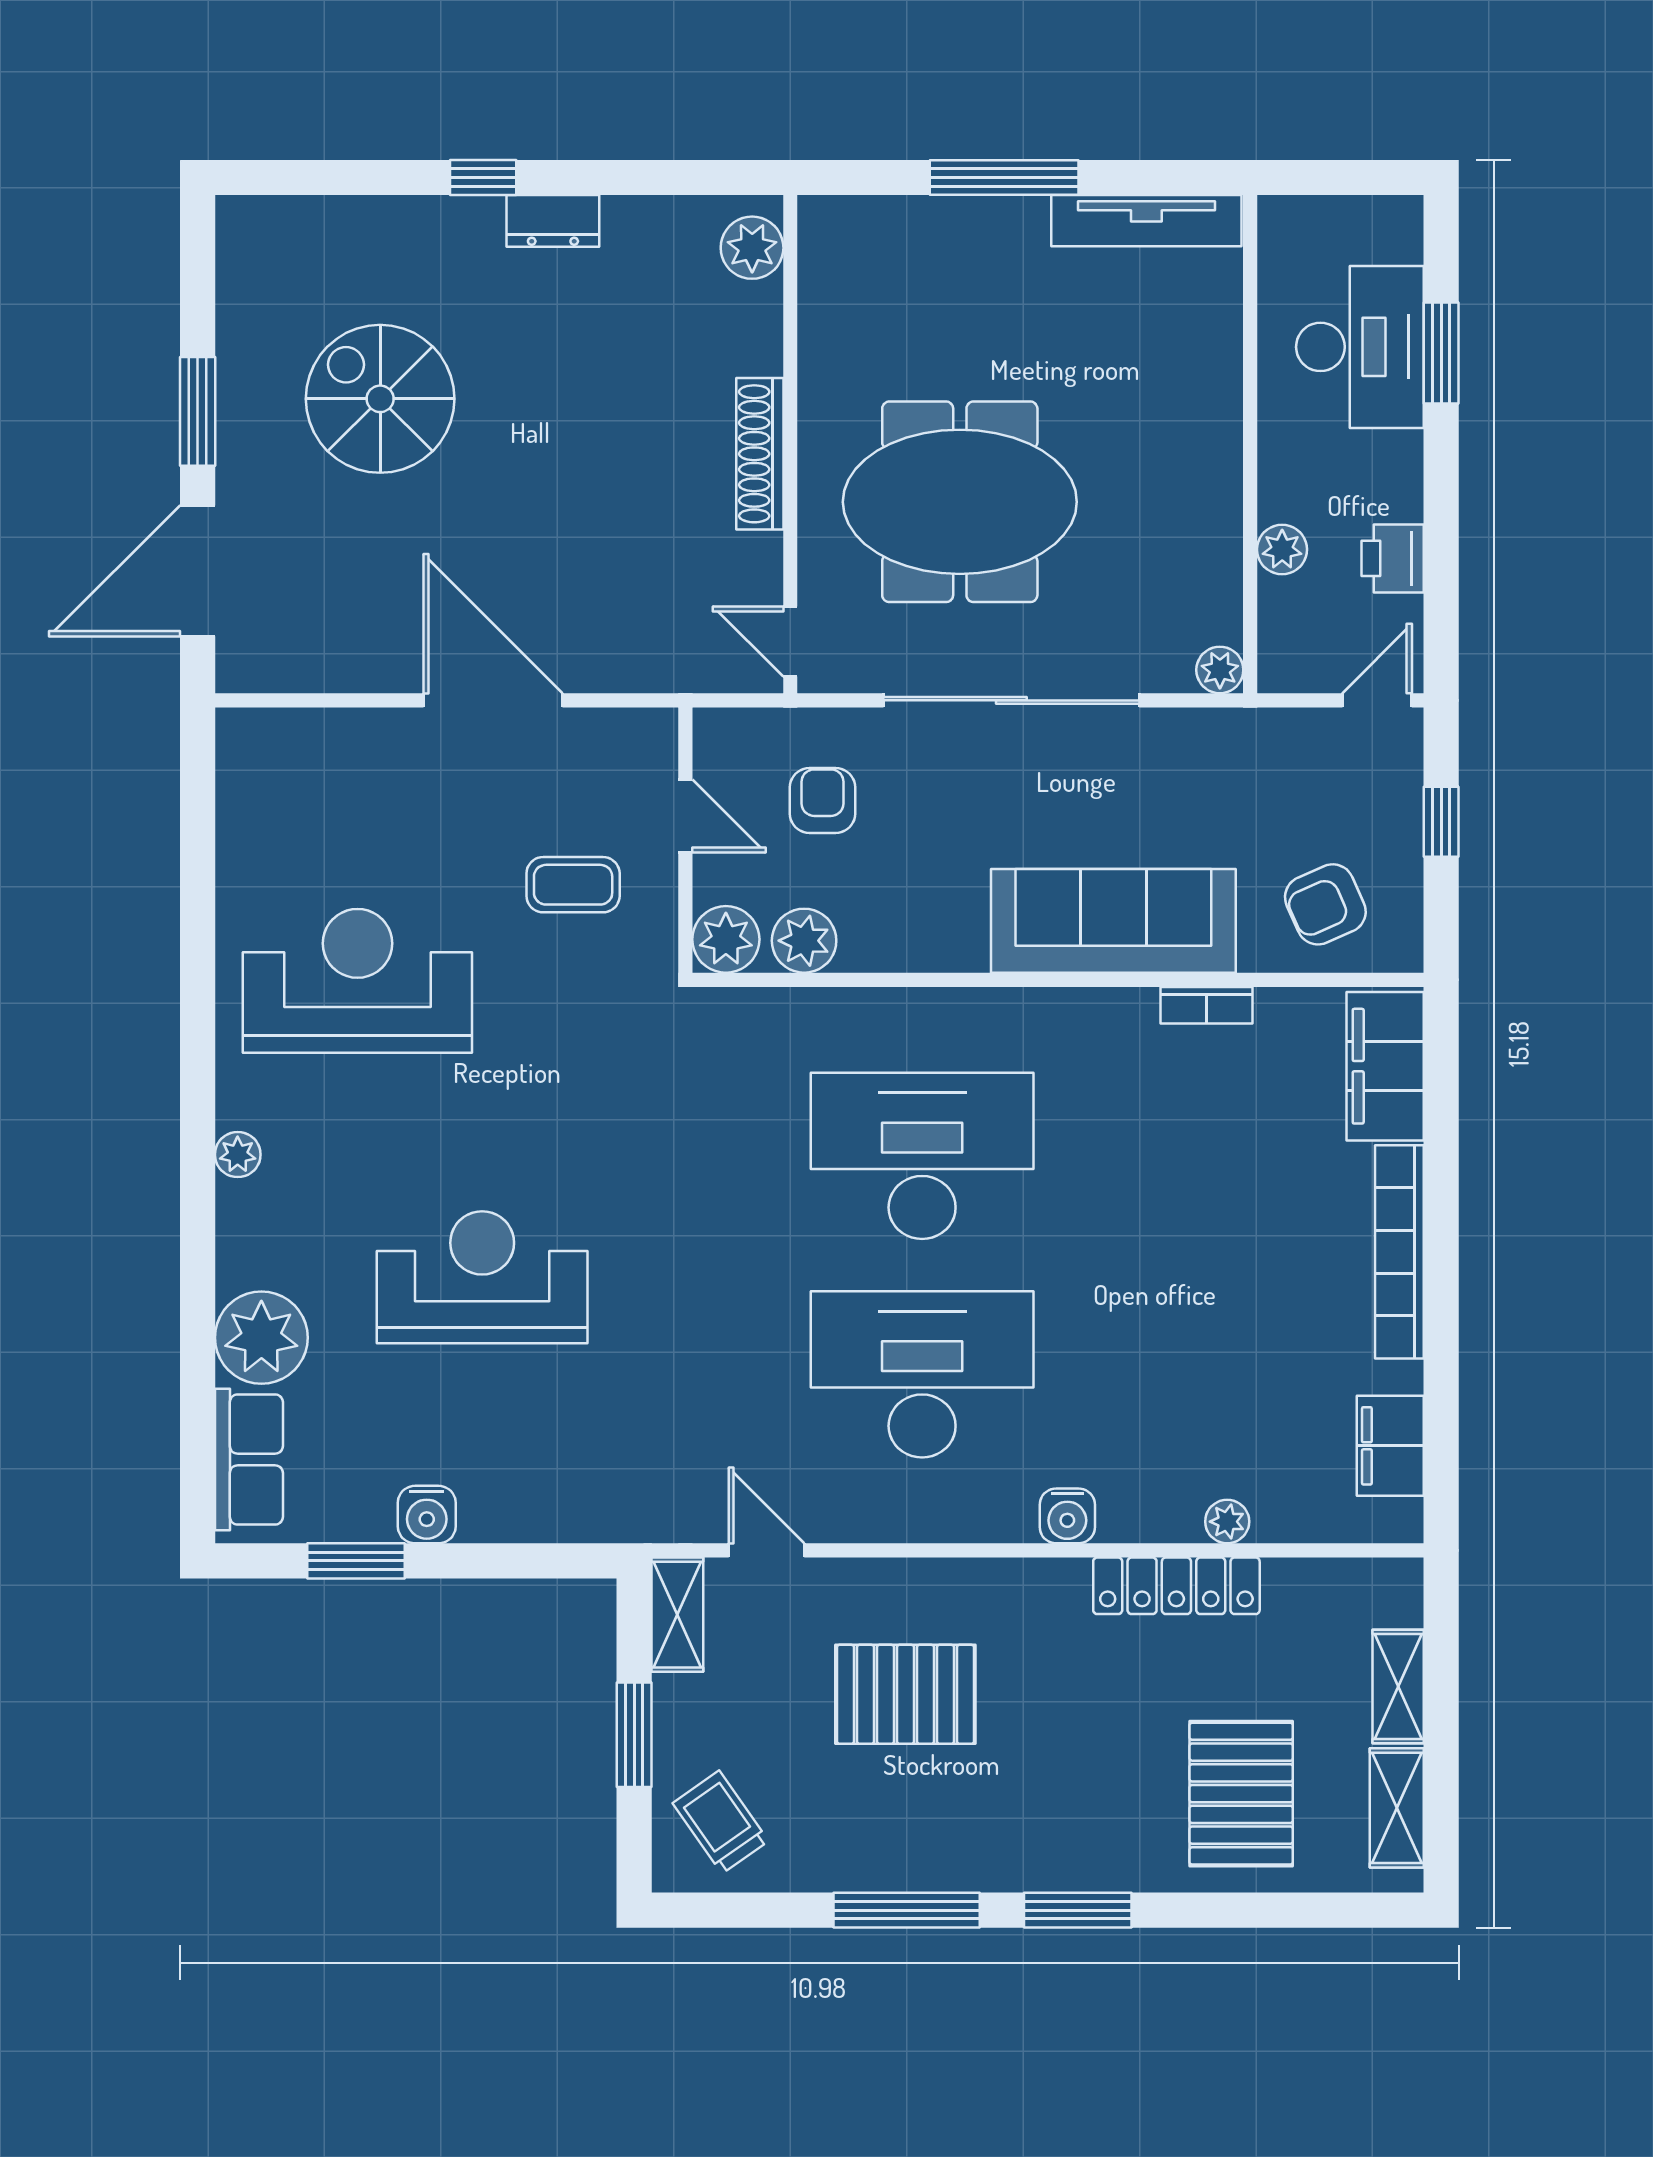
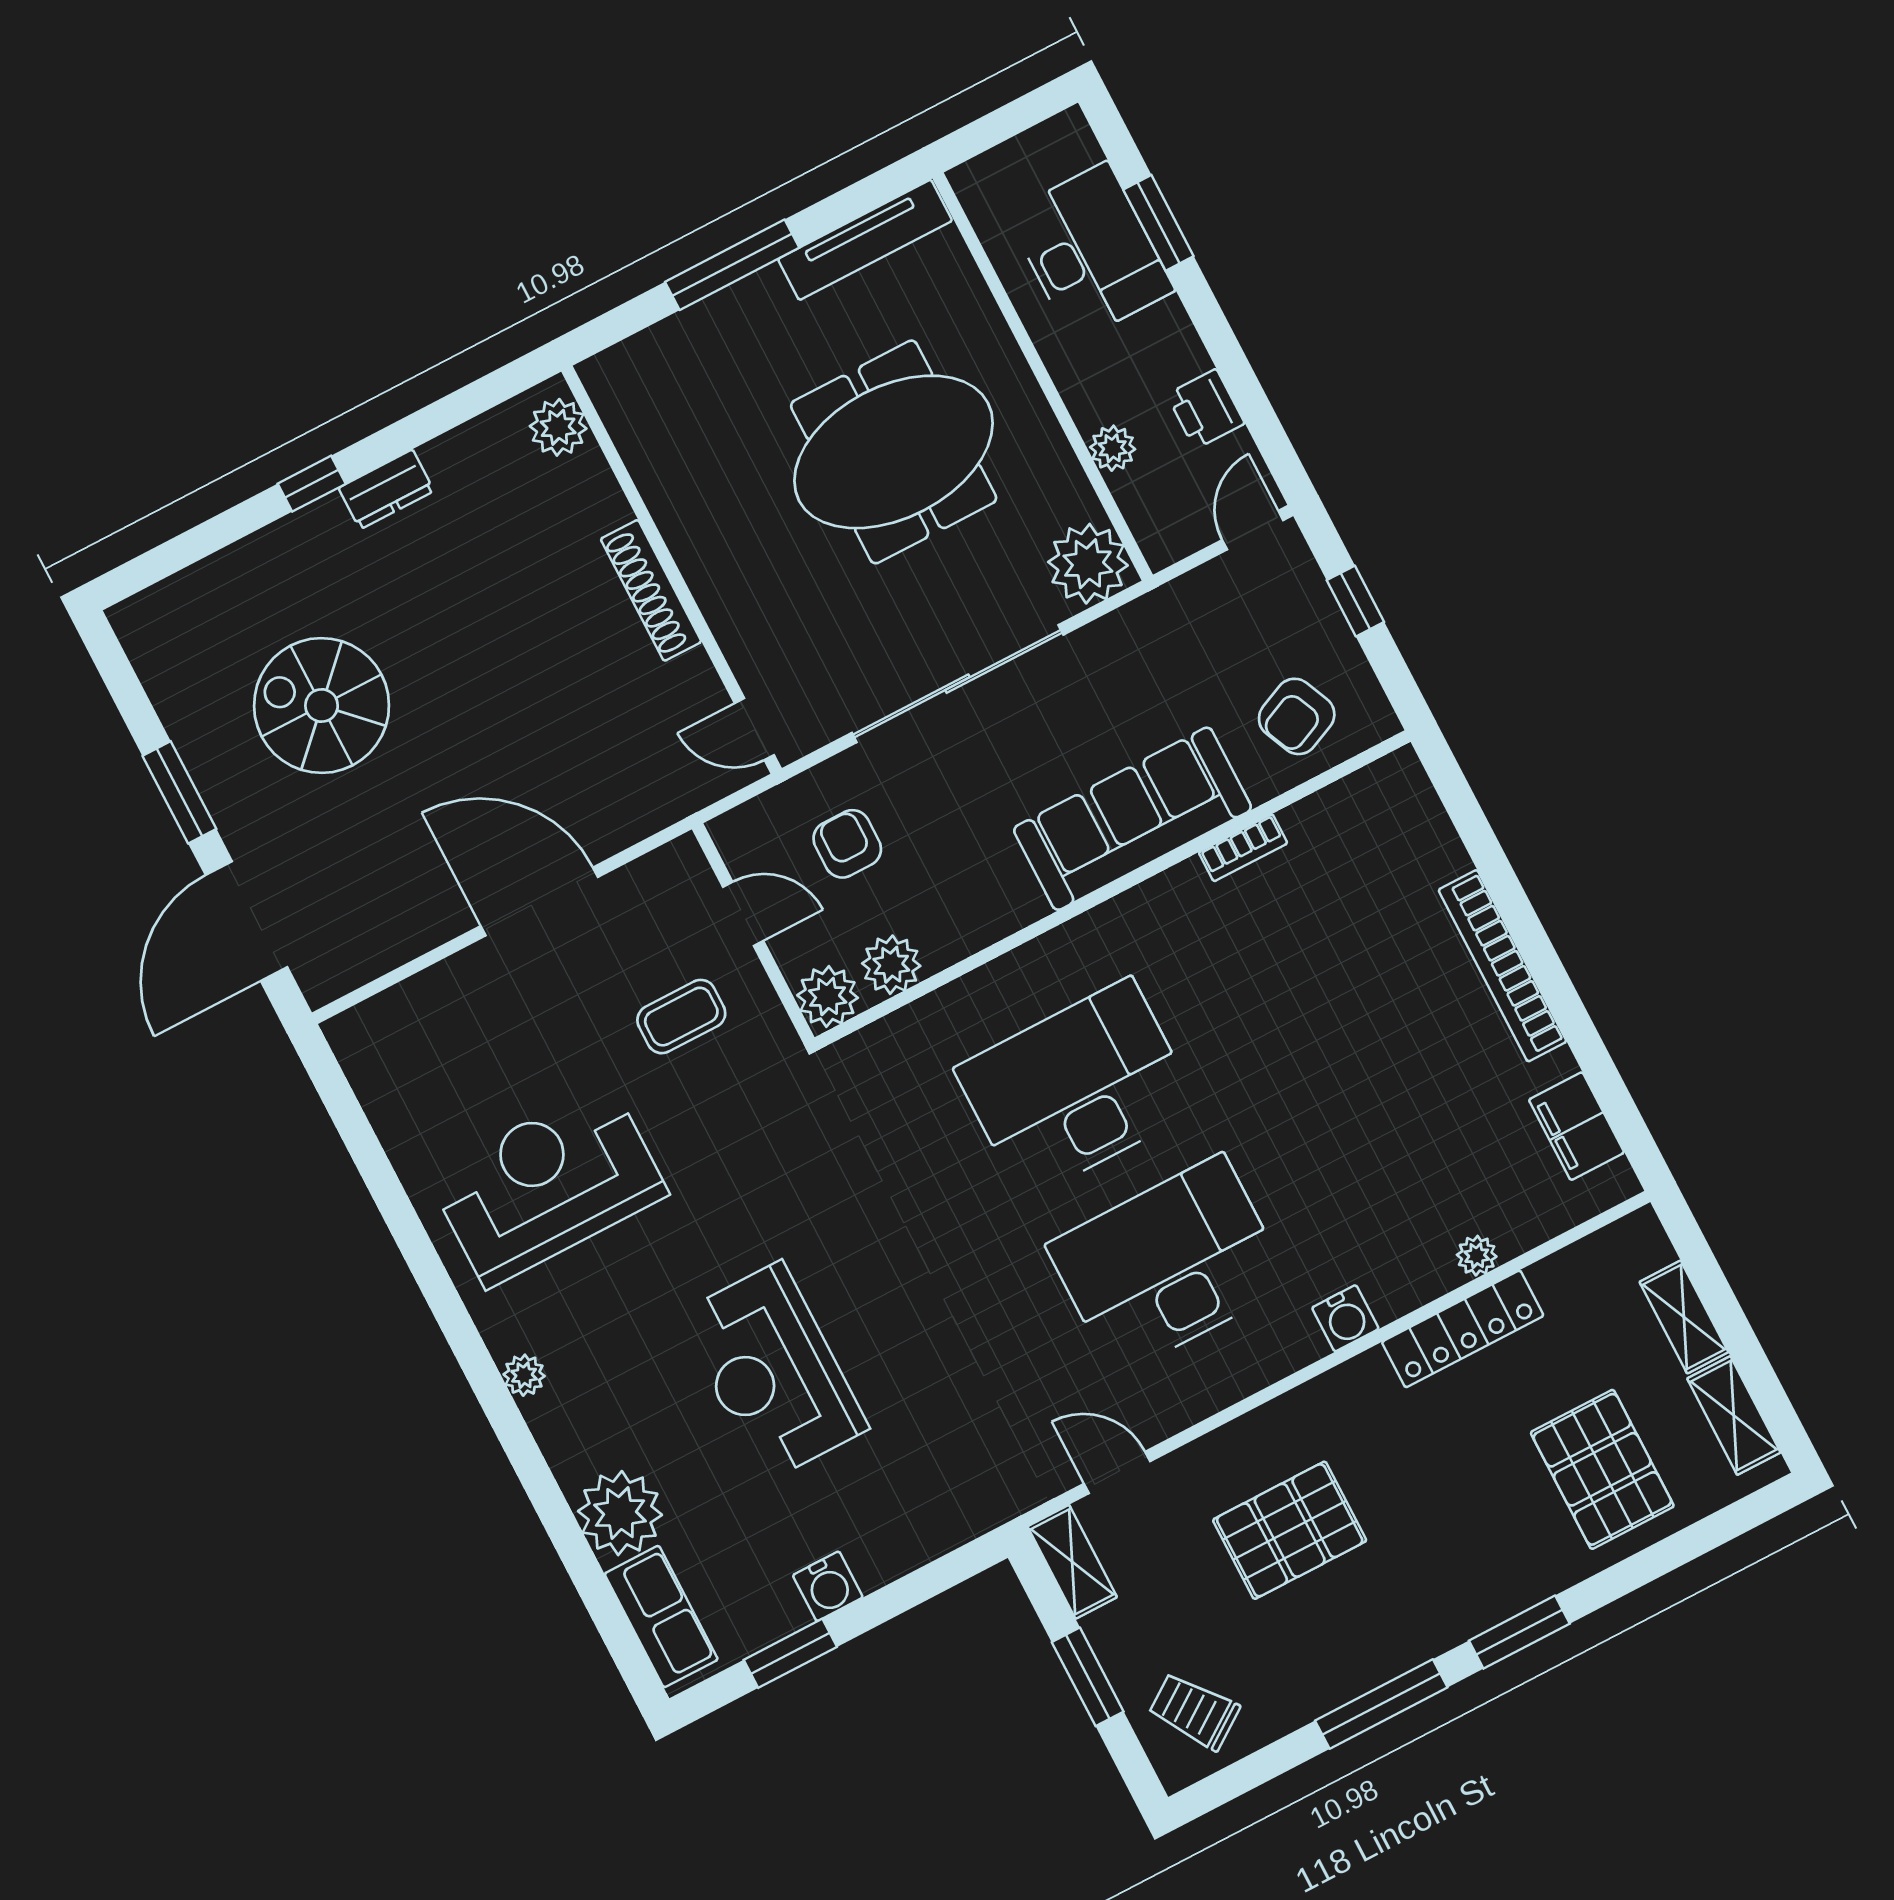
meeting table: (960, 502) -> (894, 452), moved
plant: (1220, 670) -> (1088, 564), width x1.88, depth x1.88
filing cabinet: (1385, 1066) -> (1413, 822), removed
reception desk: (482, 1277) -> (773, 1372), turned -90

